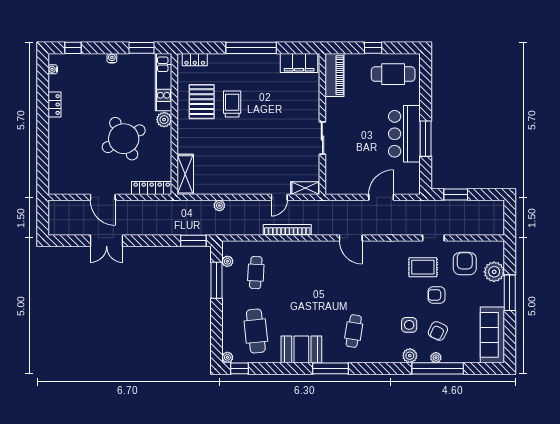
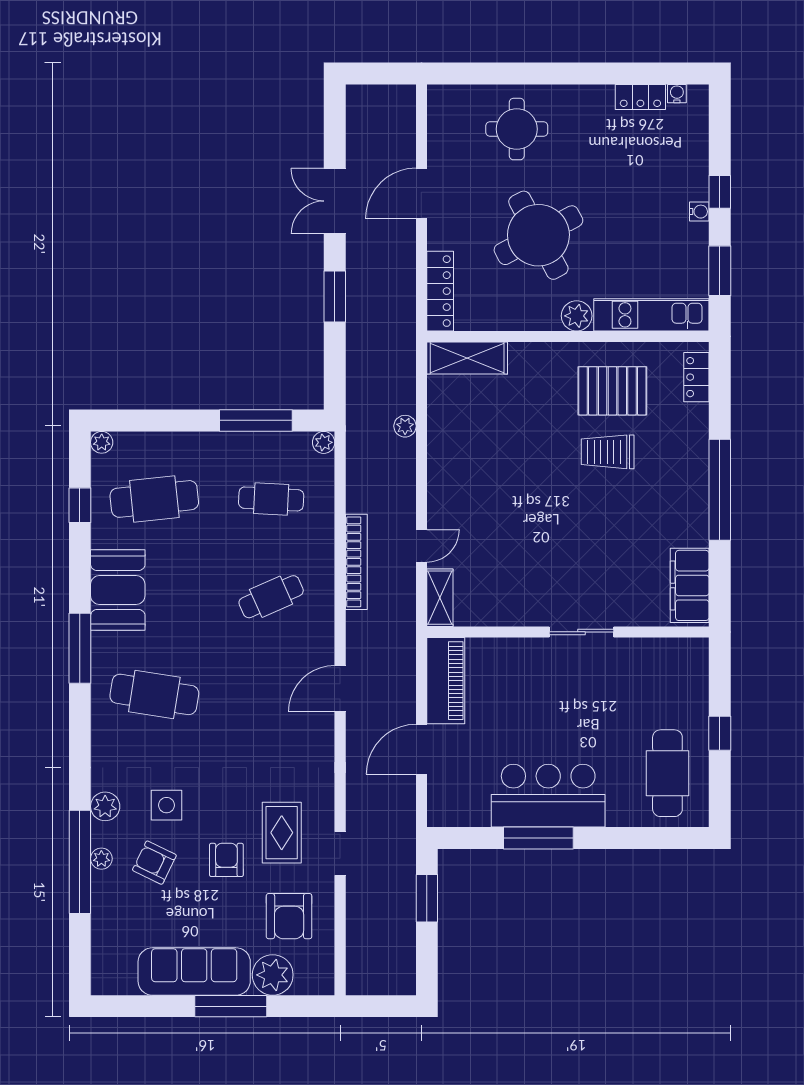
window: (73, 48) -> (720, 192), moved
piano: (335, 75) -> (446, 681), moved, turned -90
trolley: (232, 104) -> (608, 452), turned 180
locker: (54, 105) -> (640, 97), moved
sliding door: (322, 138) -> (582, 632), moved
round table: (71, 150) -> (517, 129), added
door: (279, 197) -> (421, 546), swing flipped
door: (381, 197) -> (421, 749), swing flipped
window: (193, 241) -> (335, 297), moved
plant: (227, 261) -> (324, 442), moved
armchair: (465, 264) -> (289, 916), turned 90
cafe table: (305, 273) -> (271, 597), added
cafe table: (354, 331) -> (154, 694), width x1.37, depth x1.35
sofa: (492, 335) -> (194, 971), moved
window: (239, 368) -> (80, 505), moved

